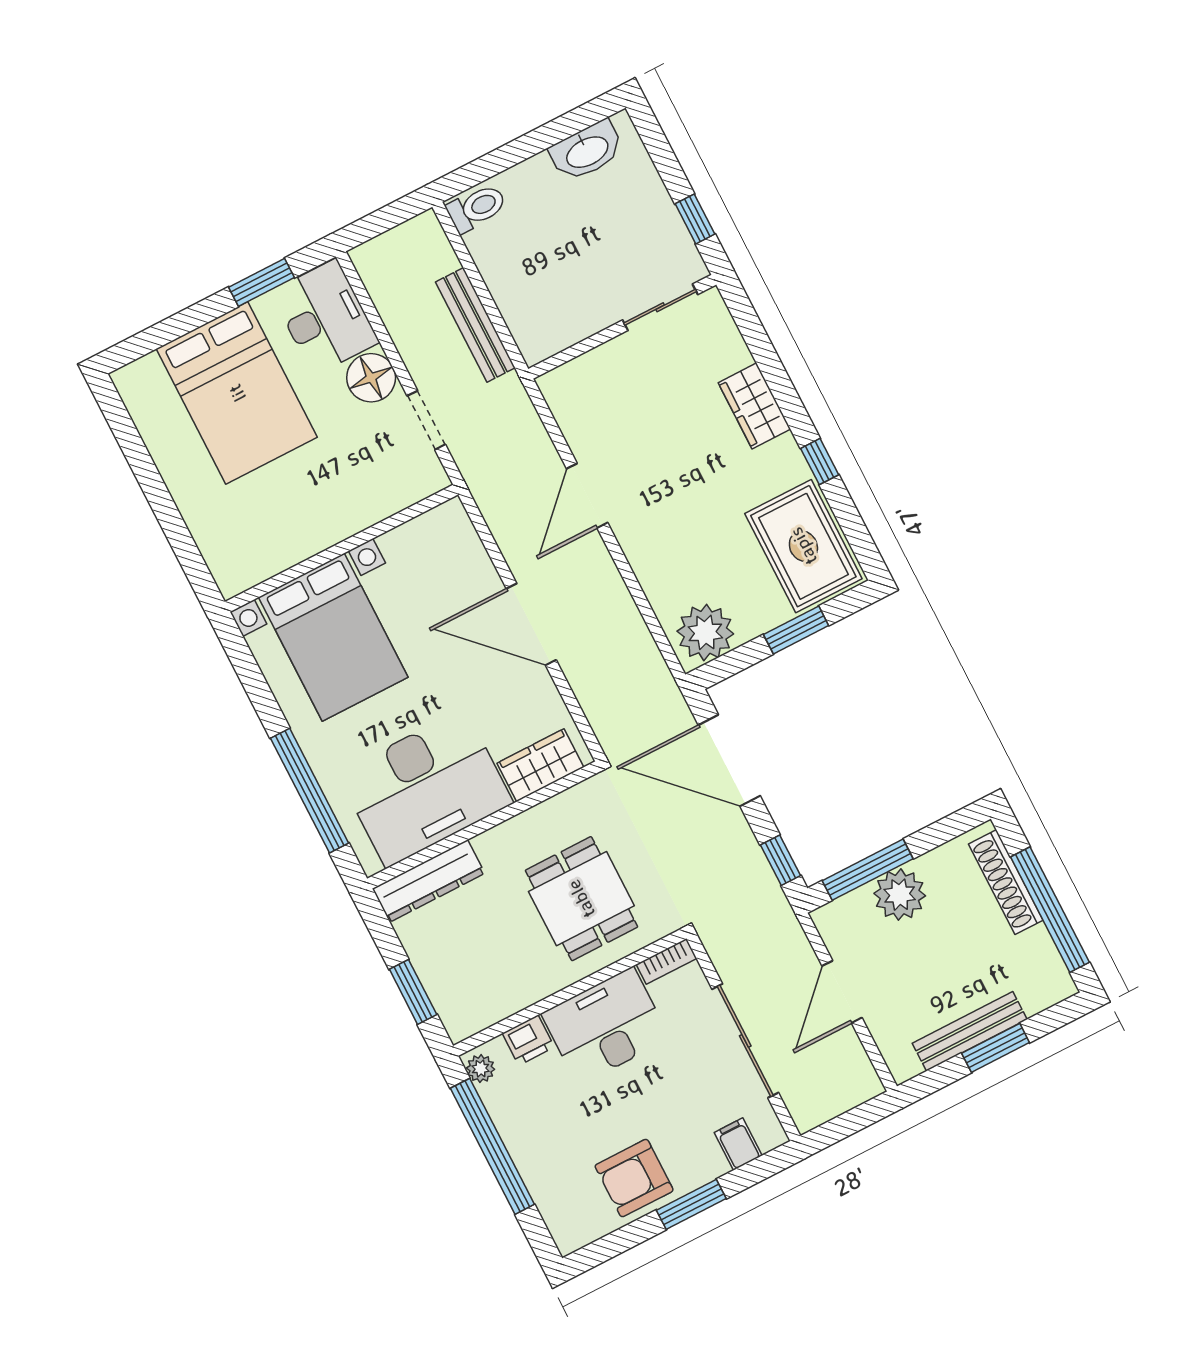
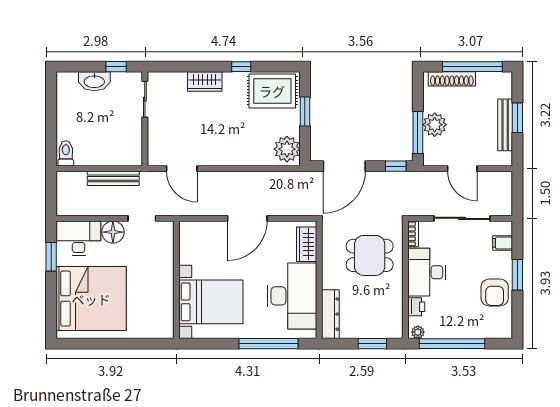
washbasin: (587, 151) -> (94, 81), moved, turned 90
bed: (237, 393) -> (91, 299), width x1.36
door: (587, 496) -> (182, 169), moved

